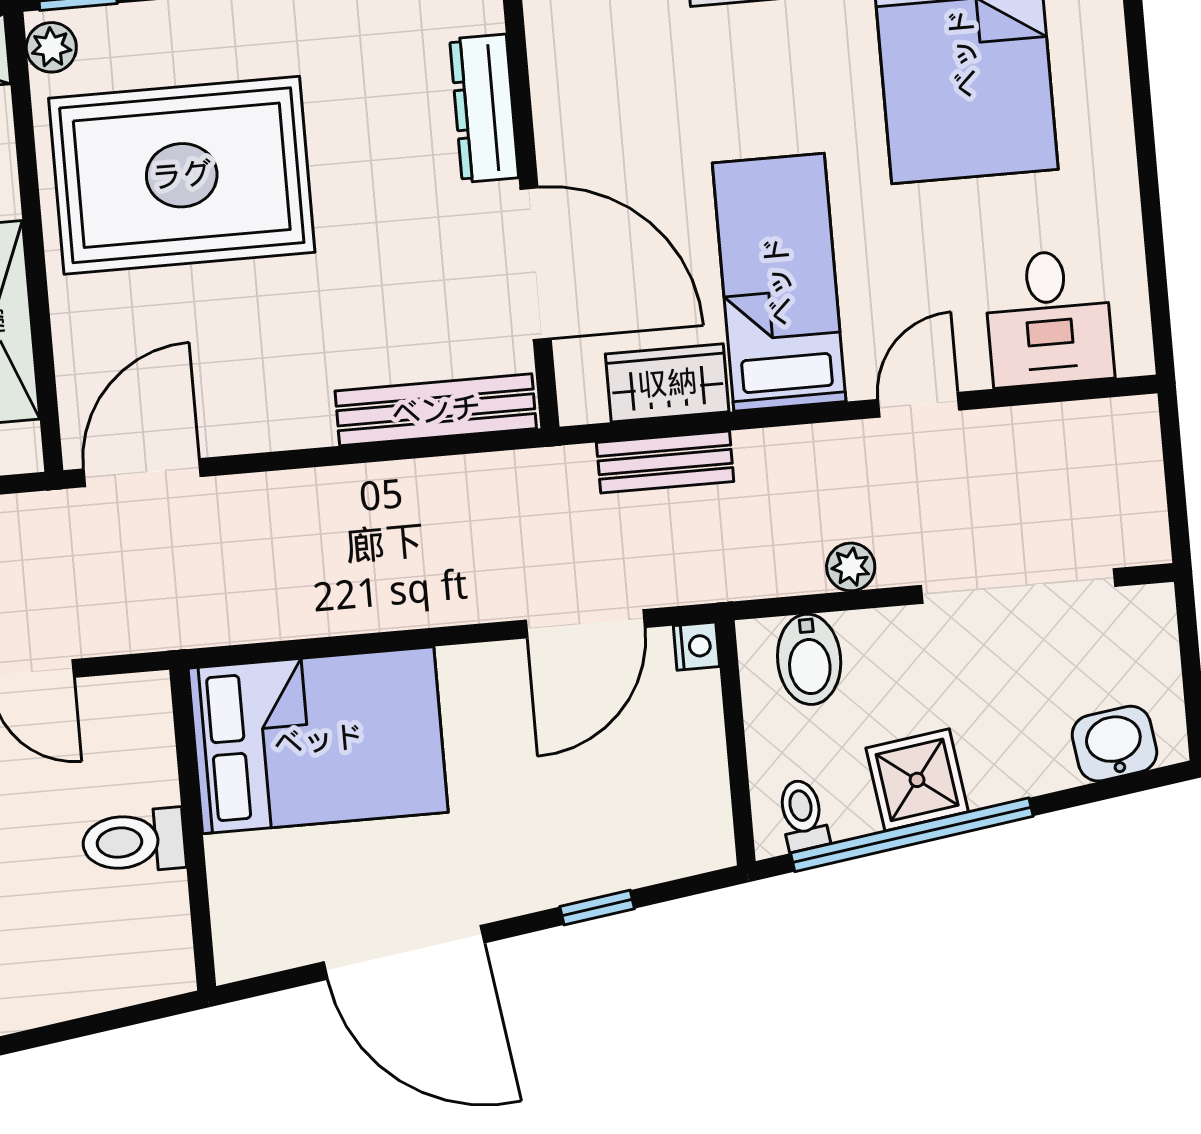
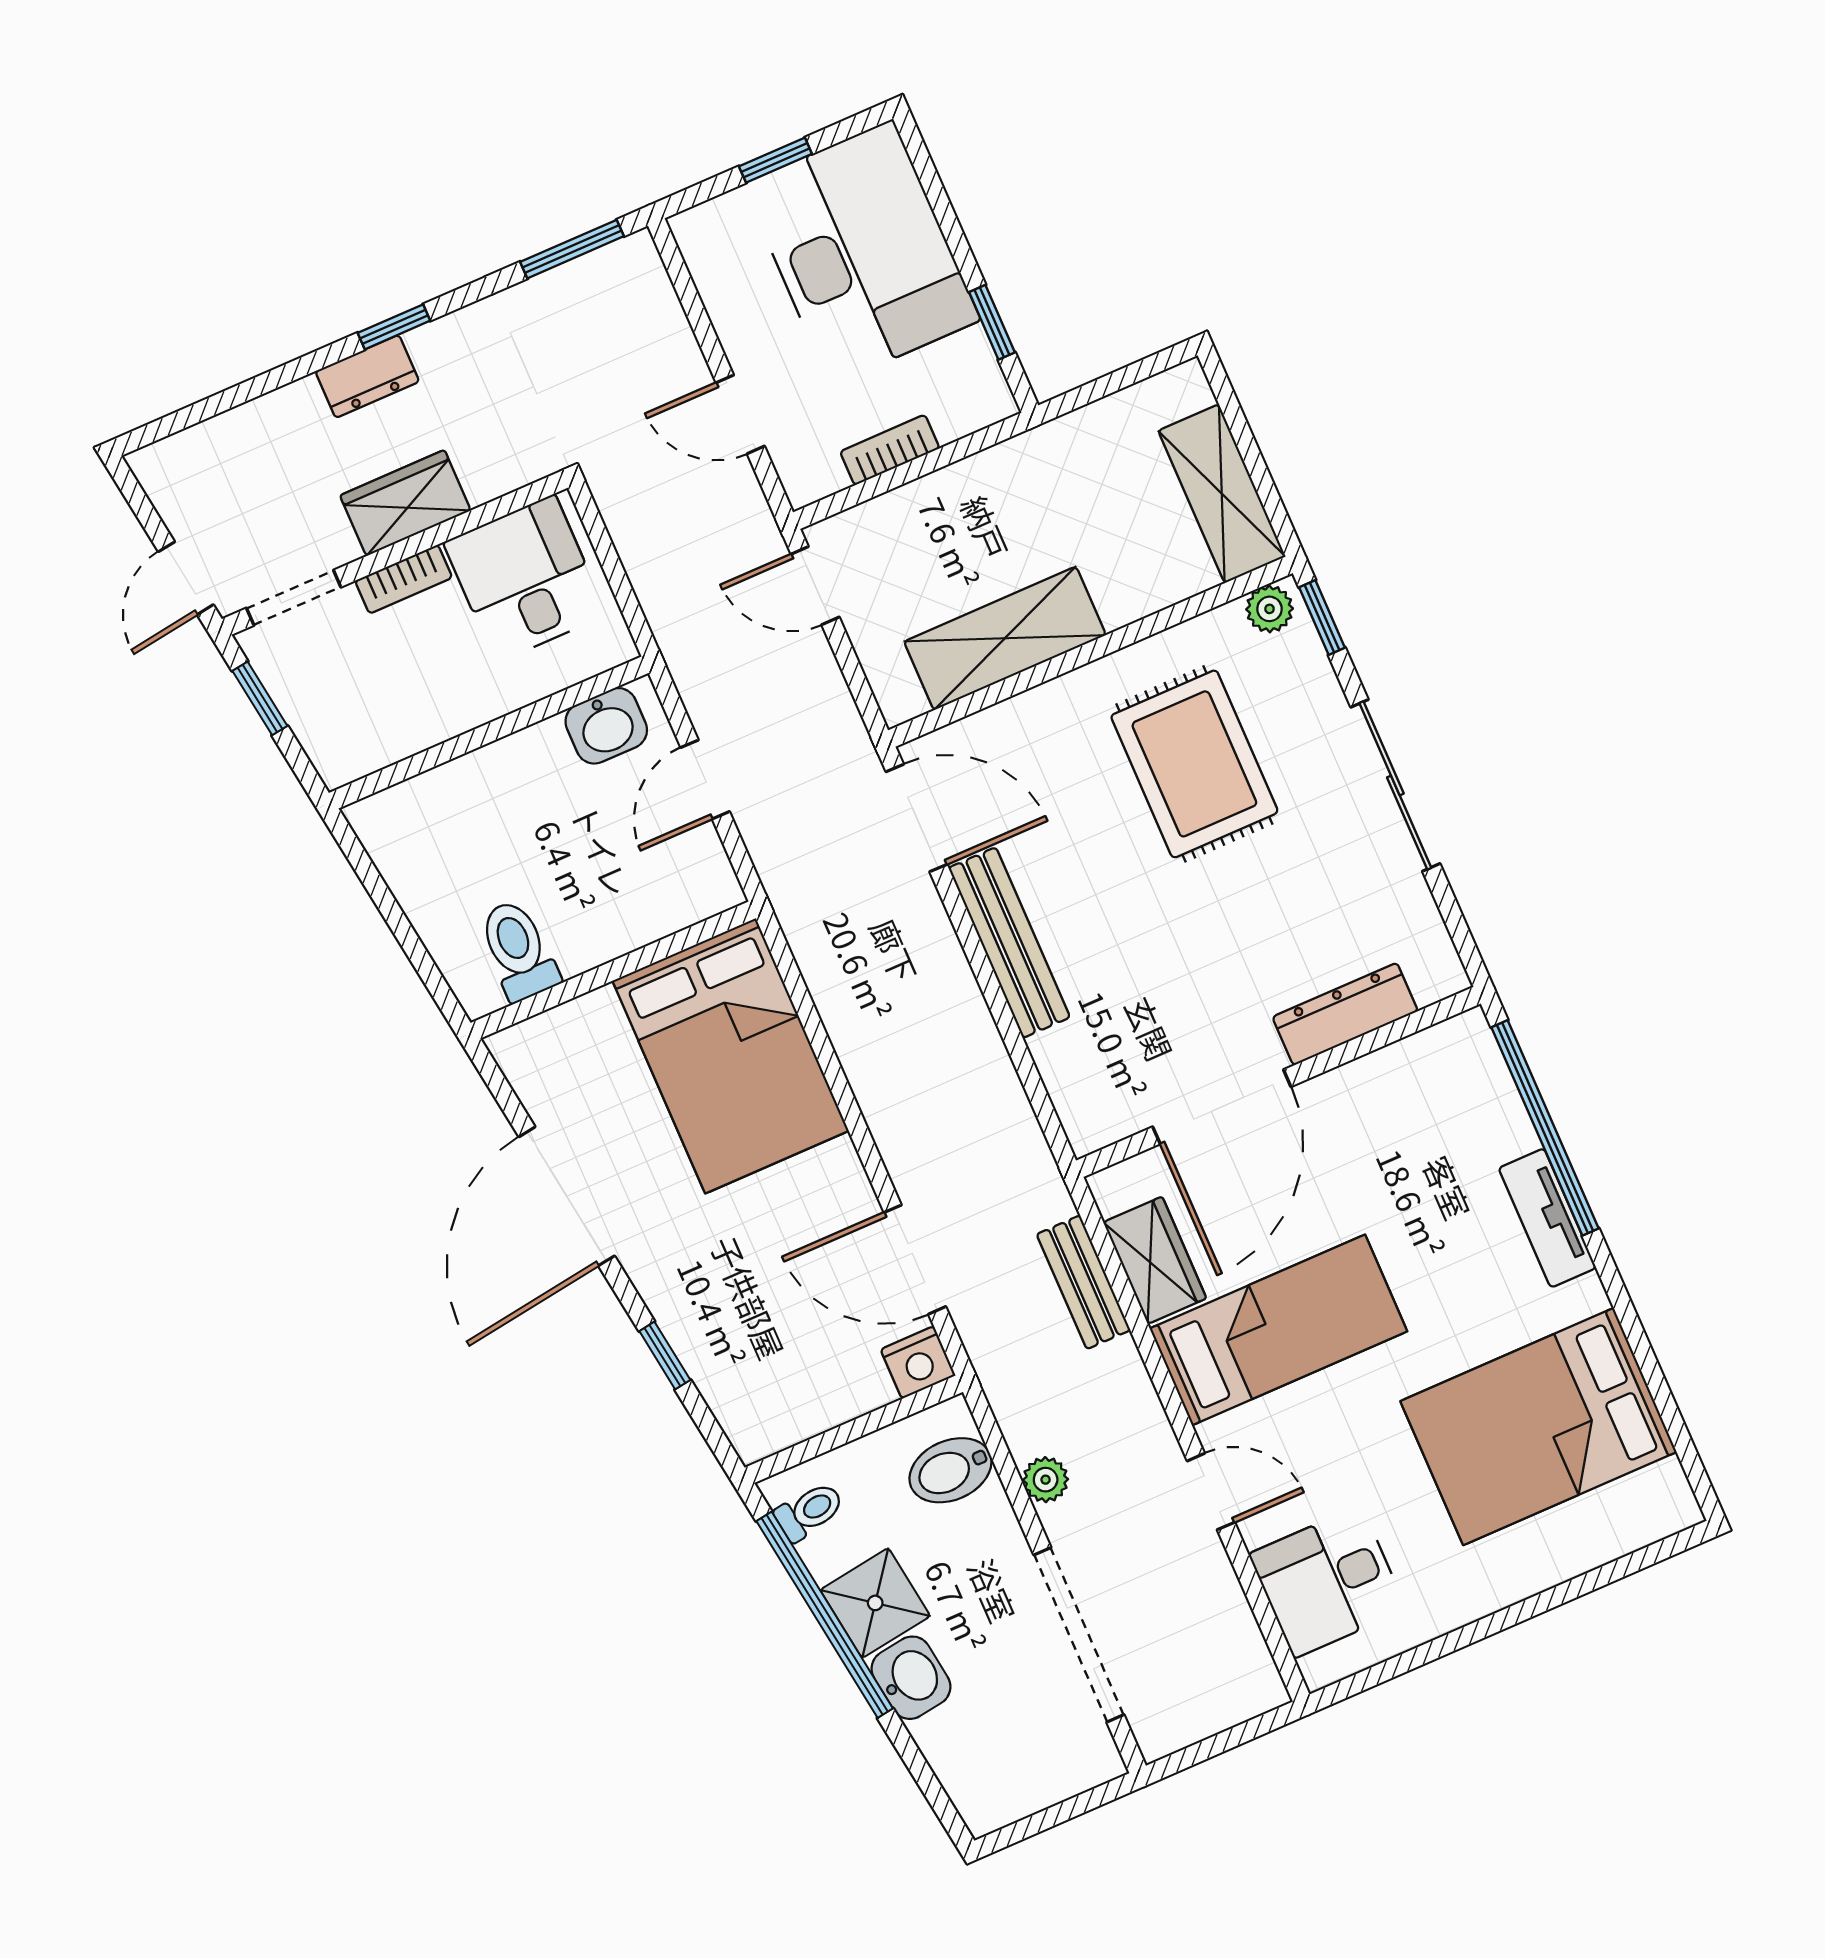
rug: (182, 175) -> (1194, 764), width x0.73, depth x0.69
bench: (436, 410) -> (1009, 943), moved
nightstand: (696, 646) -> (918, 1362), width x1.39, depth x1.35
washbasin: (1114, 744) -> (911, 1678), moved
toilet: (134, 841) -> (518, 950), moved

